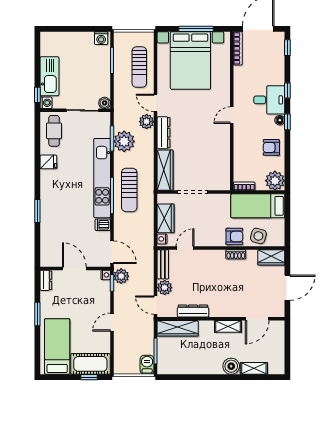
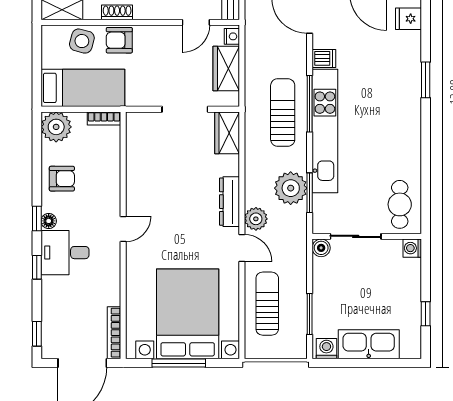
kitchen sink: (49, 76) -> (369, 344), moved, turned 90
window: (37, 95) -> (426, 314), moved
fridge: (48, 162) -> (408, 19), moved
wardrobe: (165, 170) -> (227, 133), width x0.67

